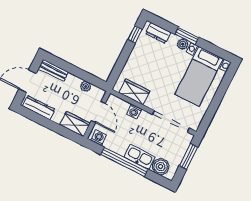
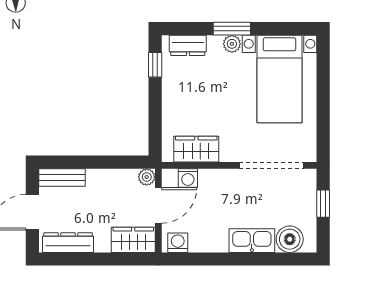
plant: (86, 86) -> (147, 177), moved
washing machine: (134, 111) -> (188, 178), moved
door: (98, 112) -> (158, 205), hinge flipped
window: (189, 156) -> (323, 204), width x0.67
window: (124, 162) -> (233, 259), removed

